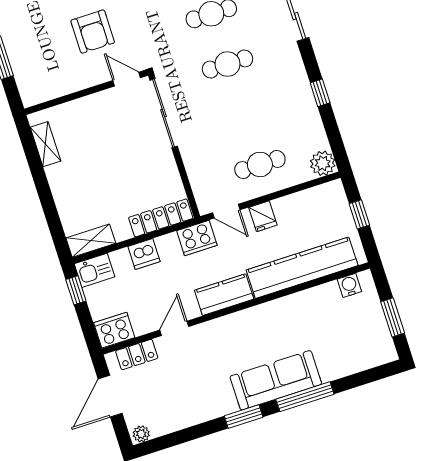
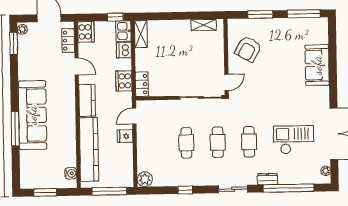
armchair: (93, 32) -> (248, 49), moved, turned -61
cafe table: (260, 164) -> (186, 143), moved
window: (359, 214) -> (109, 191), width x2.17
locker: (161, 218) -> (142, 84), width x0.66
cooker: (197, 238) -> (124, 81), moved
dishwasher: (144, 254) -> (124, 50), moved
sofa: (276, 380) -> (32, 115), width x1.36, depth x1.27
window: (244, 417) -> (14, 43), moved

